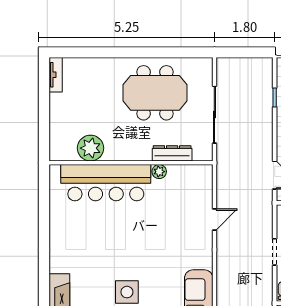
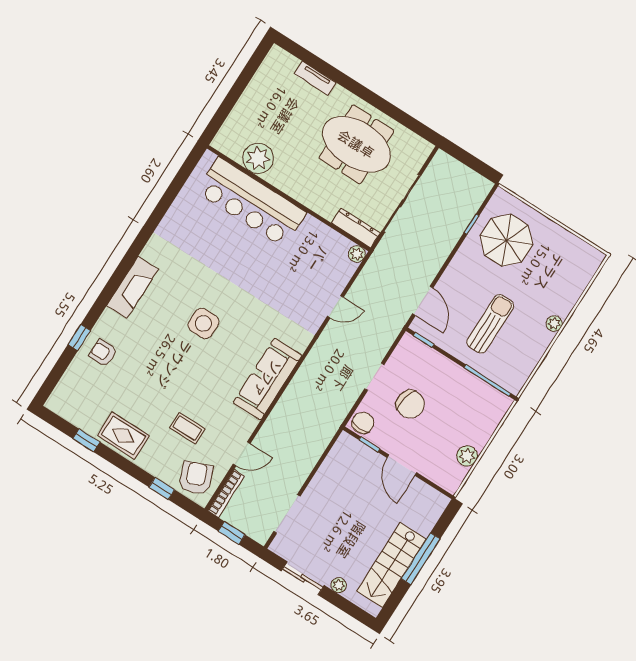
tv unit: (56, 75) -> (315, 78), moved, turned 90
dresser: (172, 153) -> (356, 228), moved
plant: (159, 172) -> (357, 254), moved

